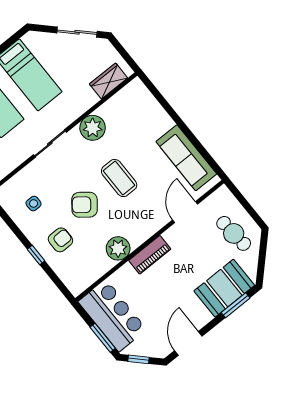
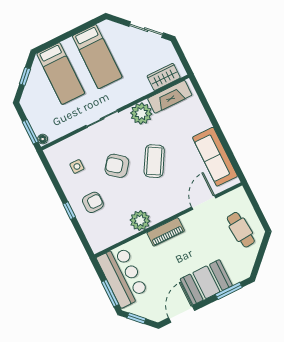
fireplace: (120, 102) -> (170, 97), added
coffee table: (119, 178) -> (154, 161), turned 30
armchair: (85, 205) -> (117, 166), moved
booth: (224, 288) -> (206, 282), moved

